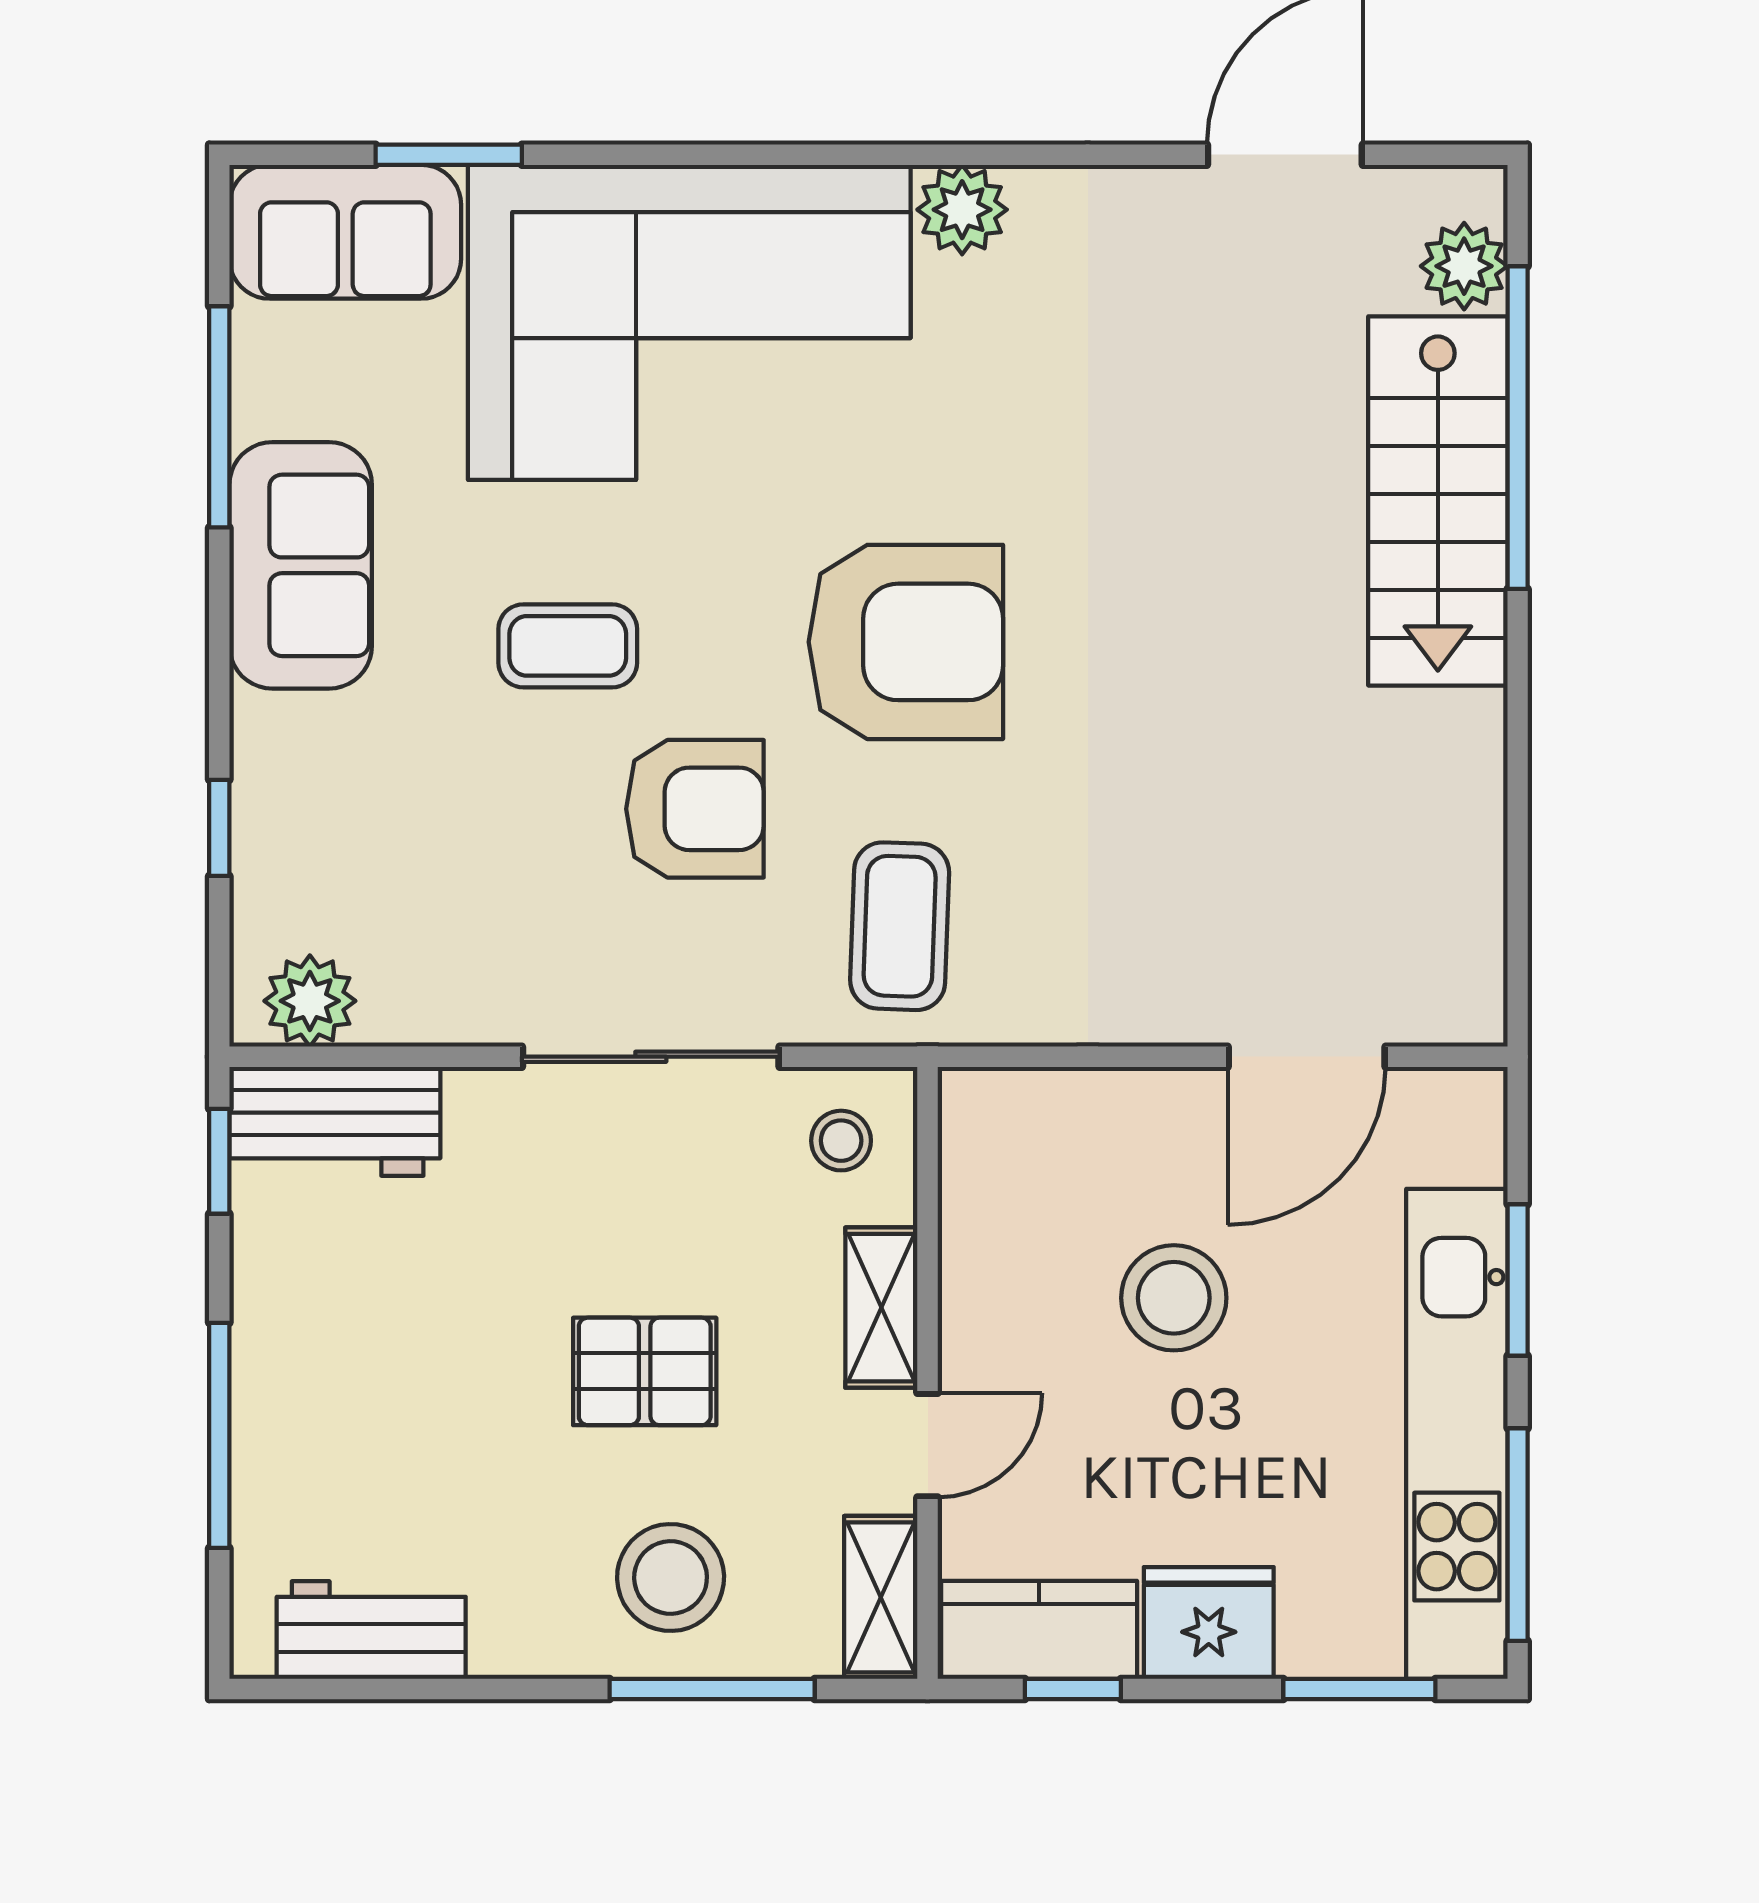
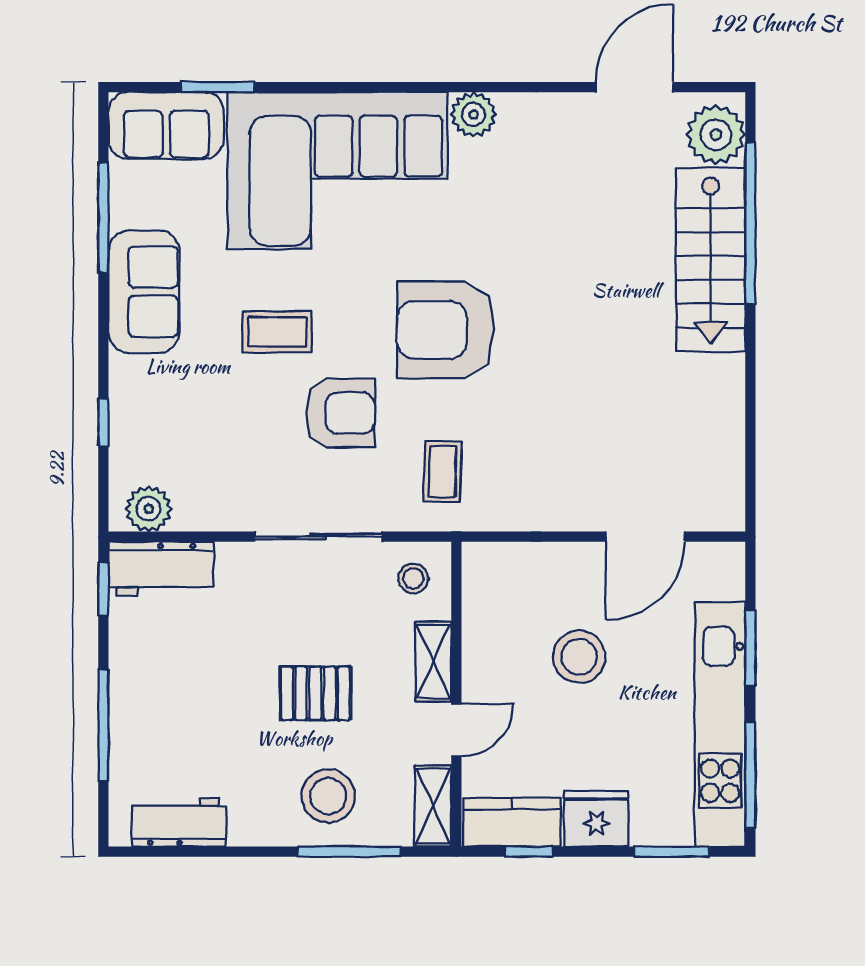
plant: (1464, 266) -> (716, 135), width x1.36, depth x1.36
armchair: (906, 642) -> (446, 330), turned 180
coffee table: (900, 926) -> (442, 472), width x0.73, depth x0.77

